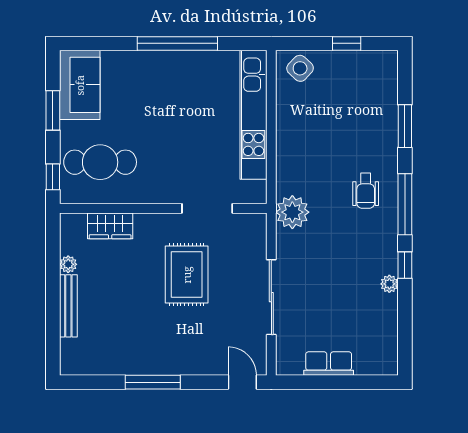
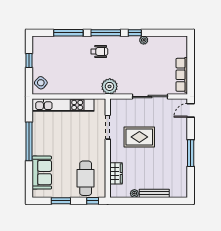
sofa: (80, 85) -> (42, 173), moved, turned 90
window: (405, 126) -> (68, 33), width x1.44
row of seats: (329, 364) -> (182, 75), width x1.48

